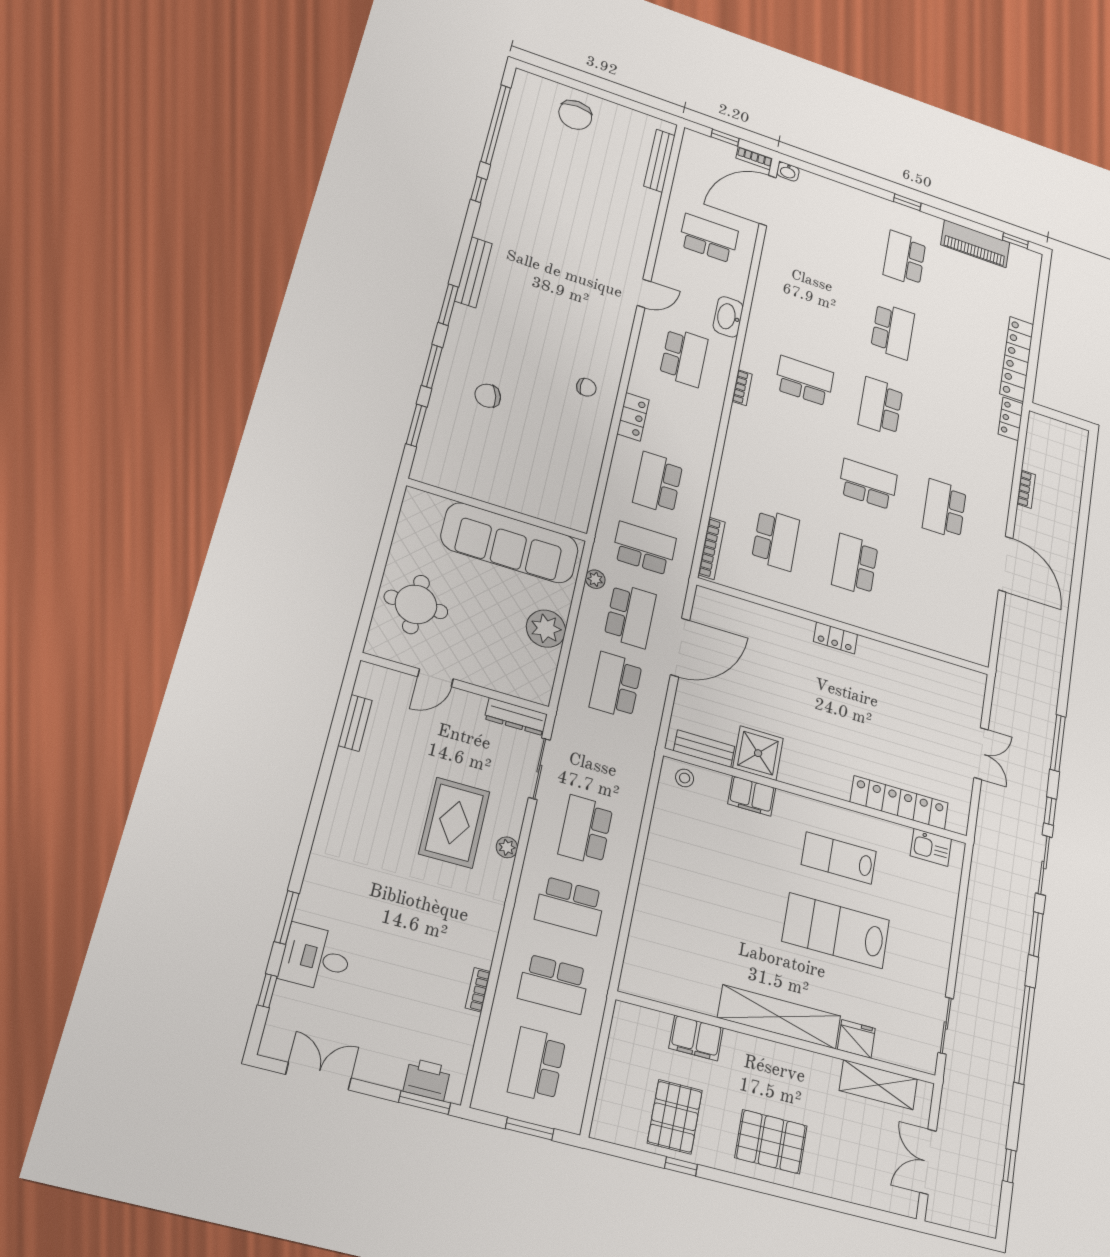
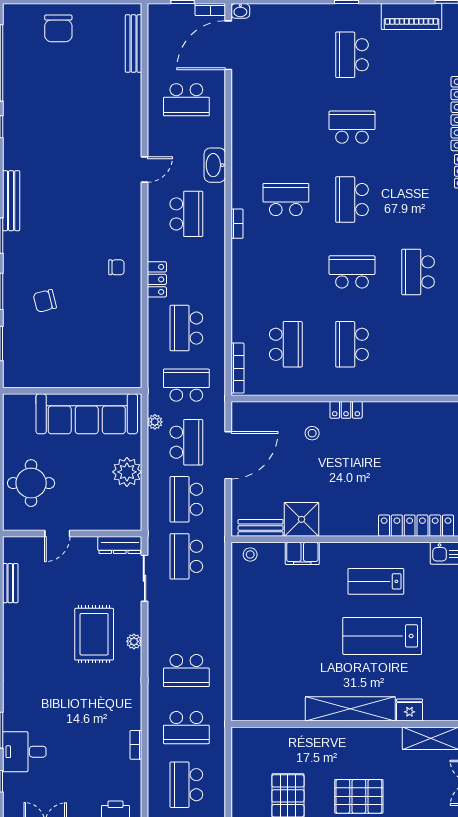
school desk: (709, 238) -> (186, 100), turned 180
school desk: (893, 331) -> (352, 127), turned -90
stool: (790, 653) -> (312, 433), added
school desk: (586, 830) -> (186, 556), moved
filing cabinet: (696, 1038) -> (293, 739), removed

